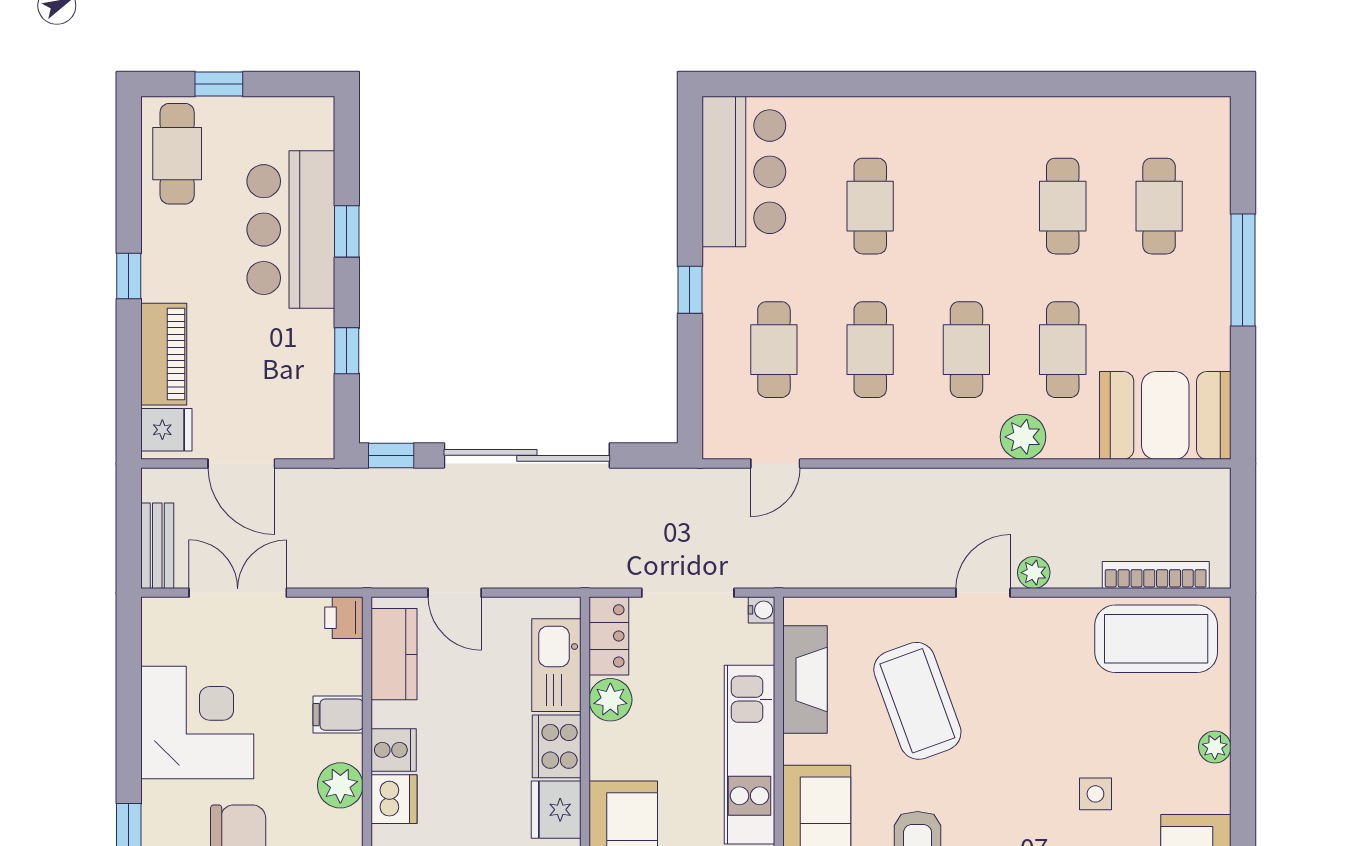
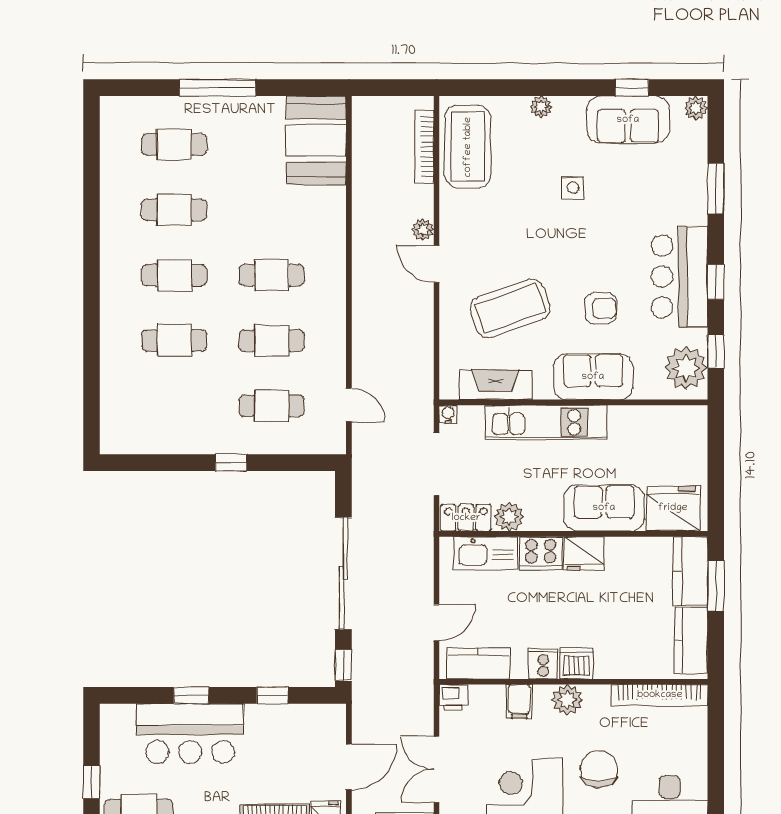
bar counter: (744, 172) -> (151, 426), removed
cafe table: (1063, 350) -> (174, 275), moved
plant: (1023, 437) -> (331, 237), removed

